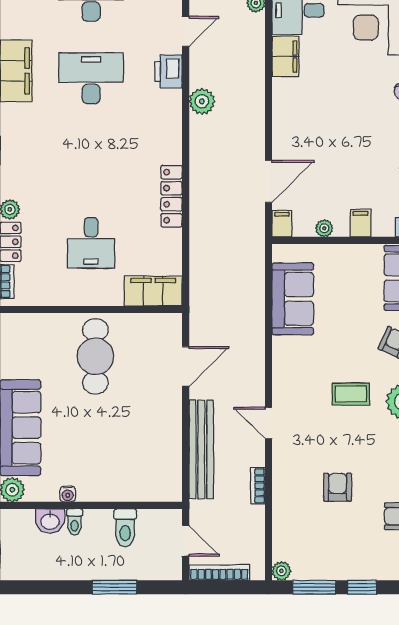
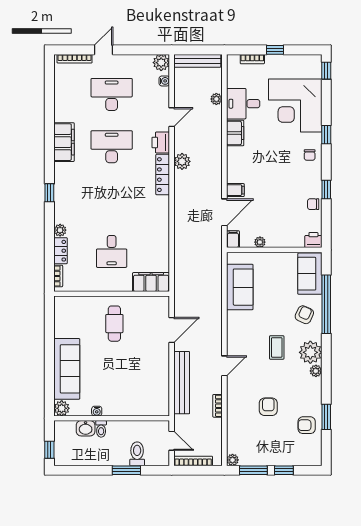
locker: (171, 196) -> (163, 175), moved
filing cabinet: (361, 223) -> (235, 190), moved, turned 90
cafe table: (95, 356) -> (114, 324), width x0.73, depth x0.74
coffee table: (351, 394) -> (277, 347), turned 90
door: (269, 423) -> (224, 366), swing flipped
toilet: (125, 528) -> (137, 454), moved, turned 180

